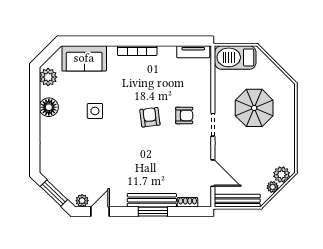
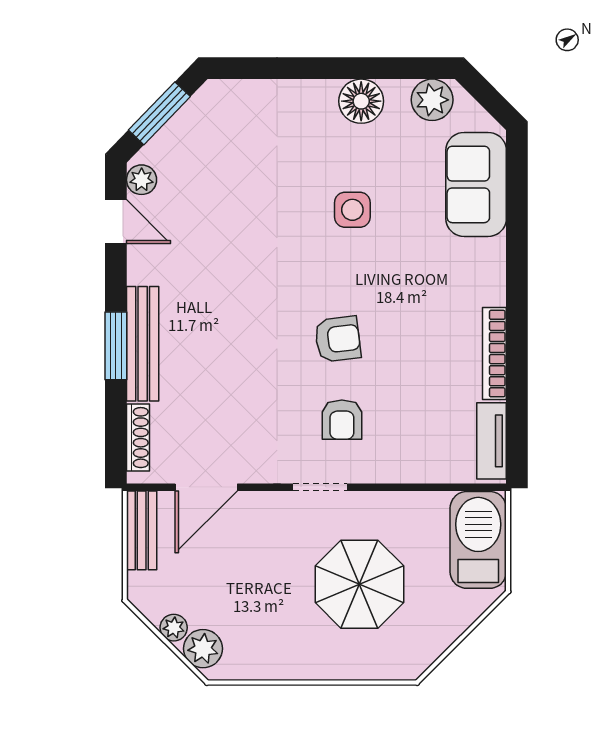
bookcase: (137, 51) -> (494, 354), moved
bench: (237, 201) -> (142, 530), width x0.73
shoe rack: (187, 202) -> (138, 438), width x1.43

